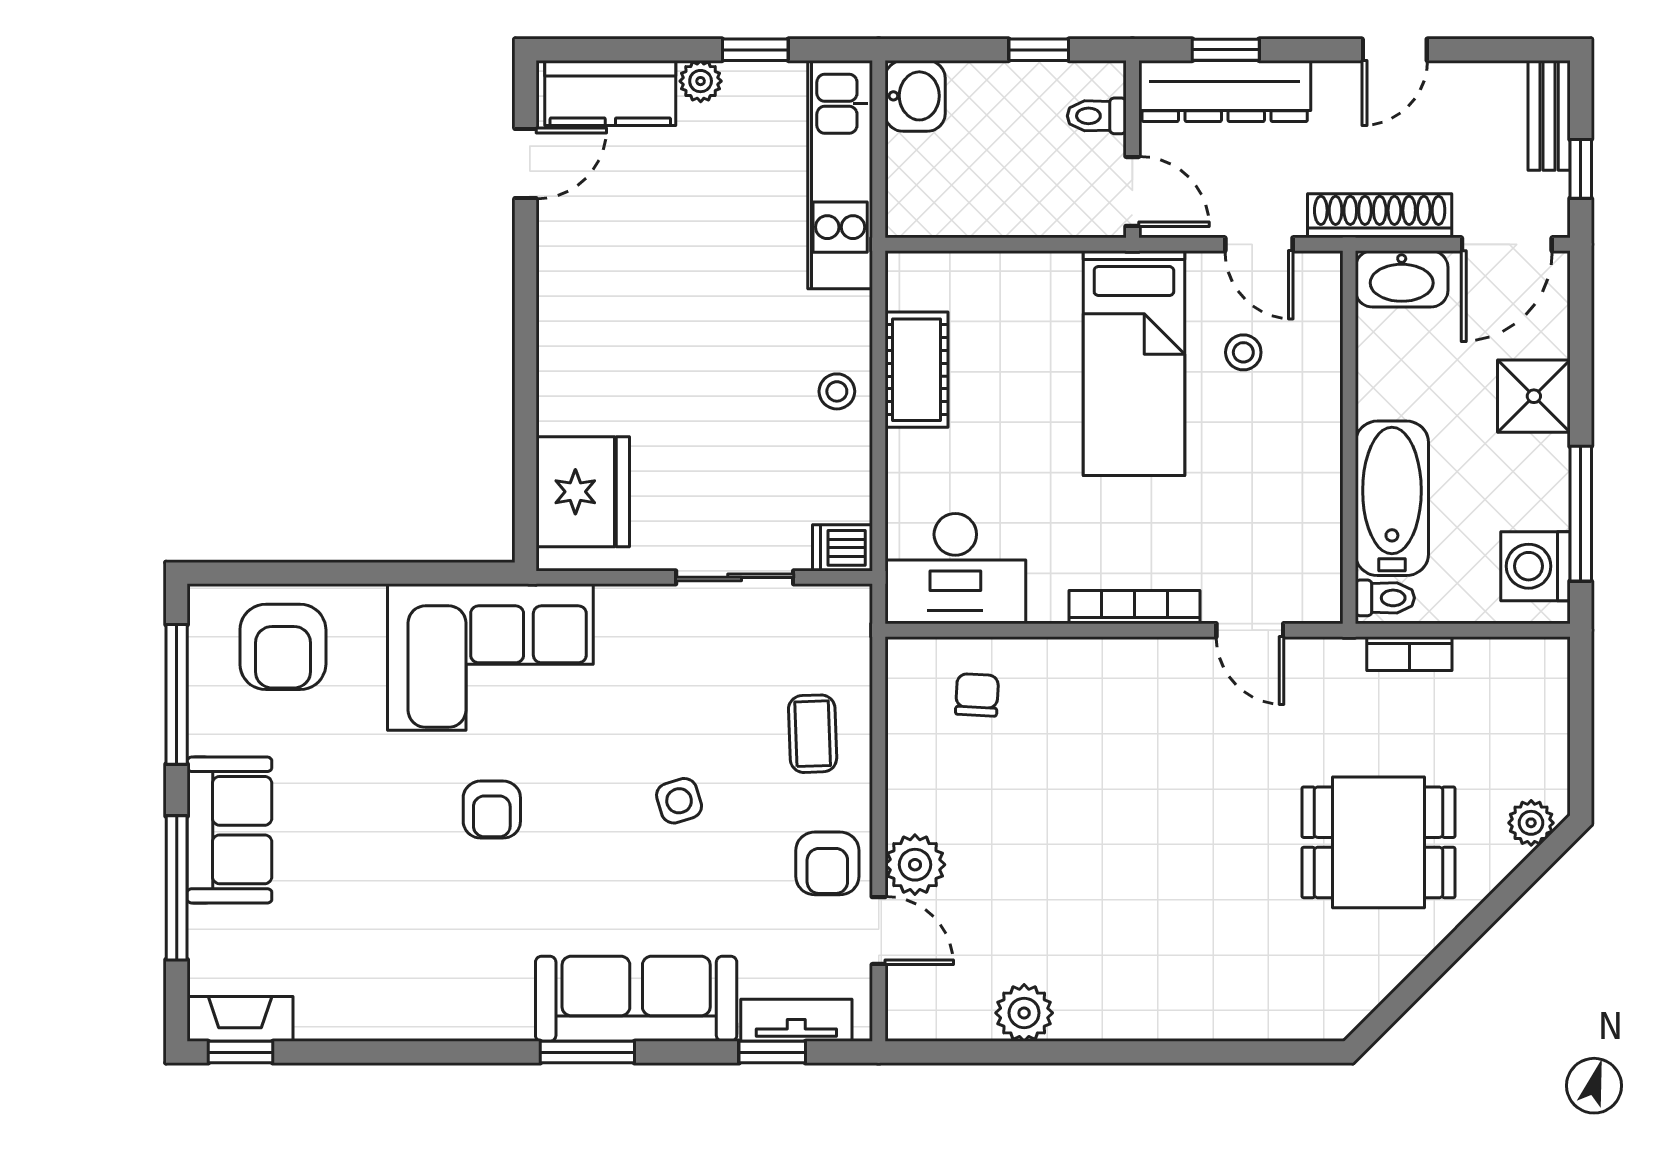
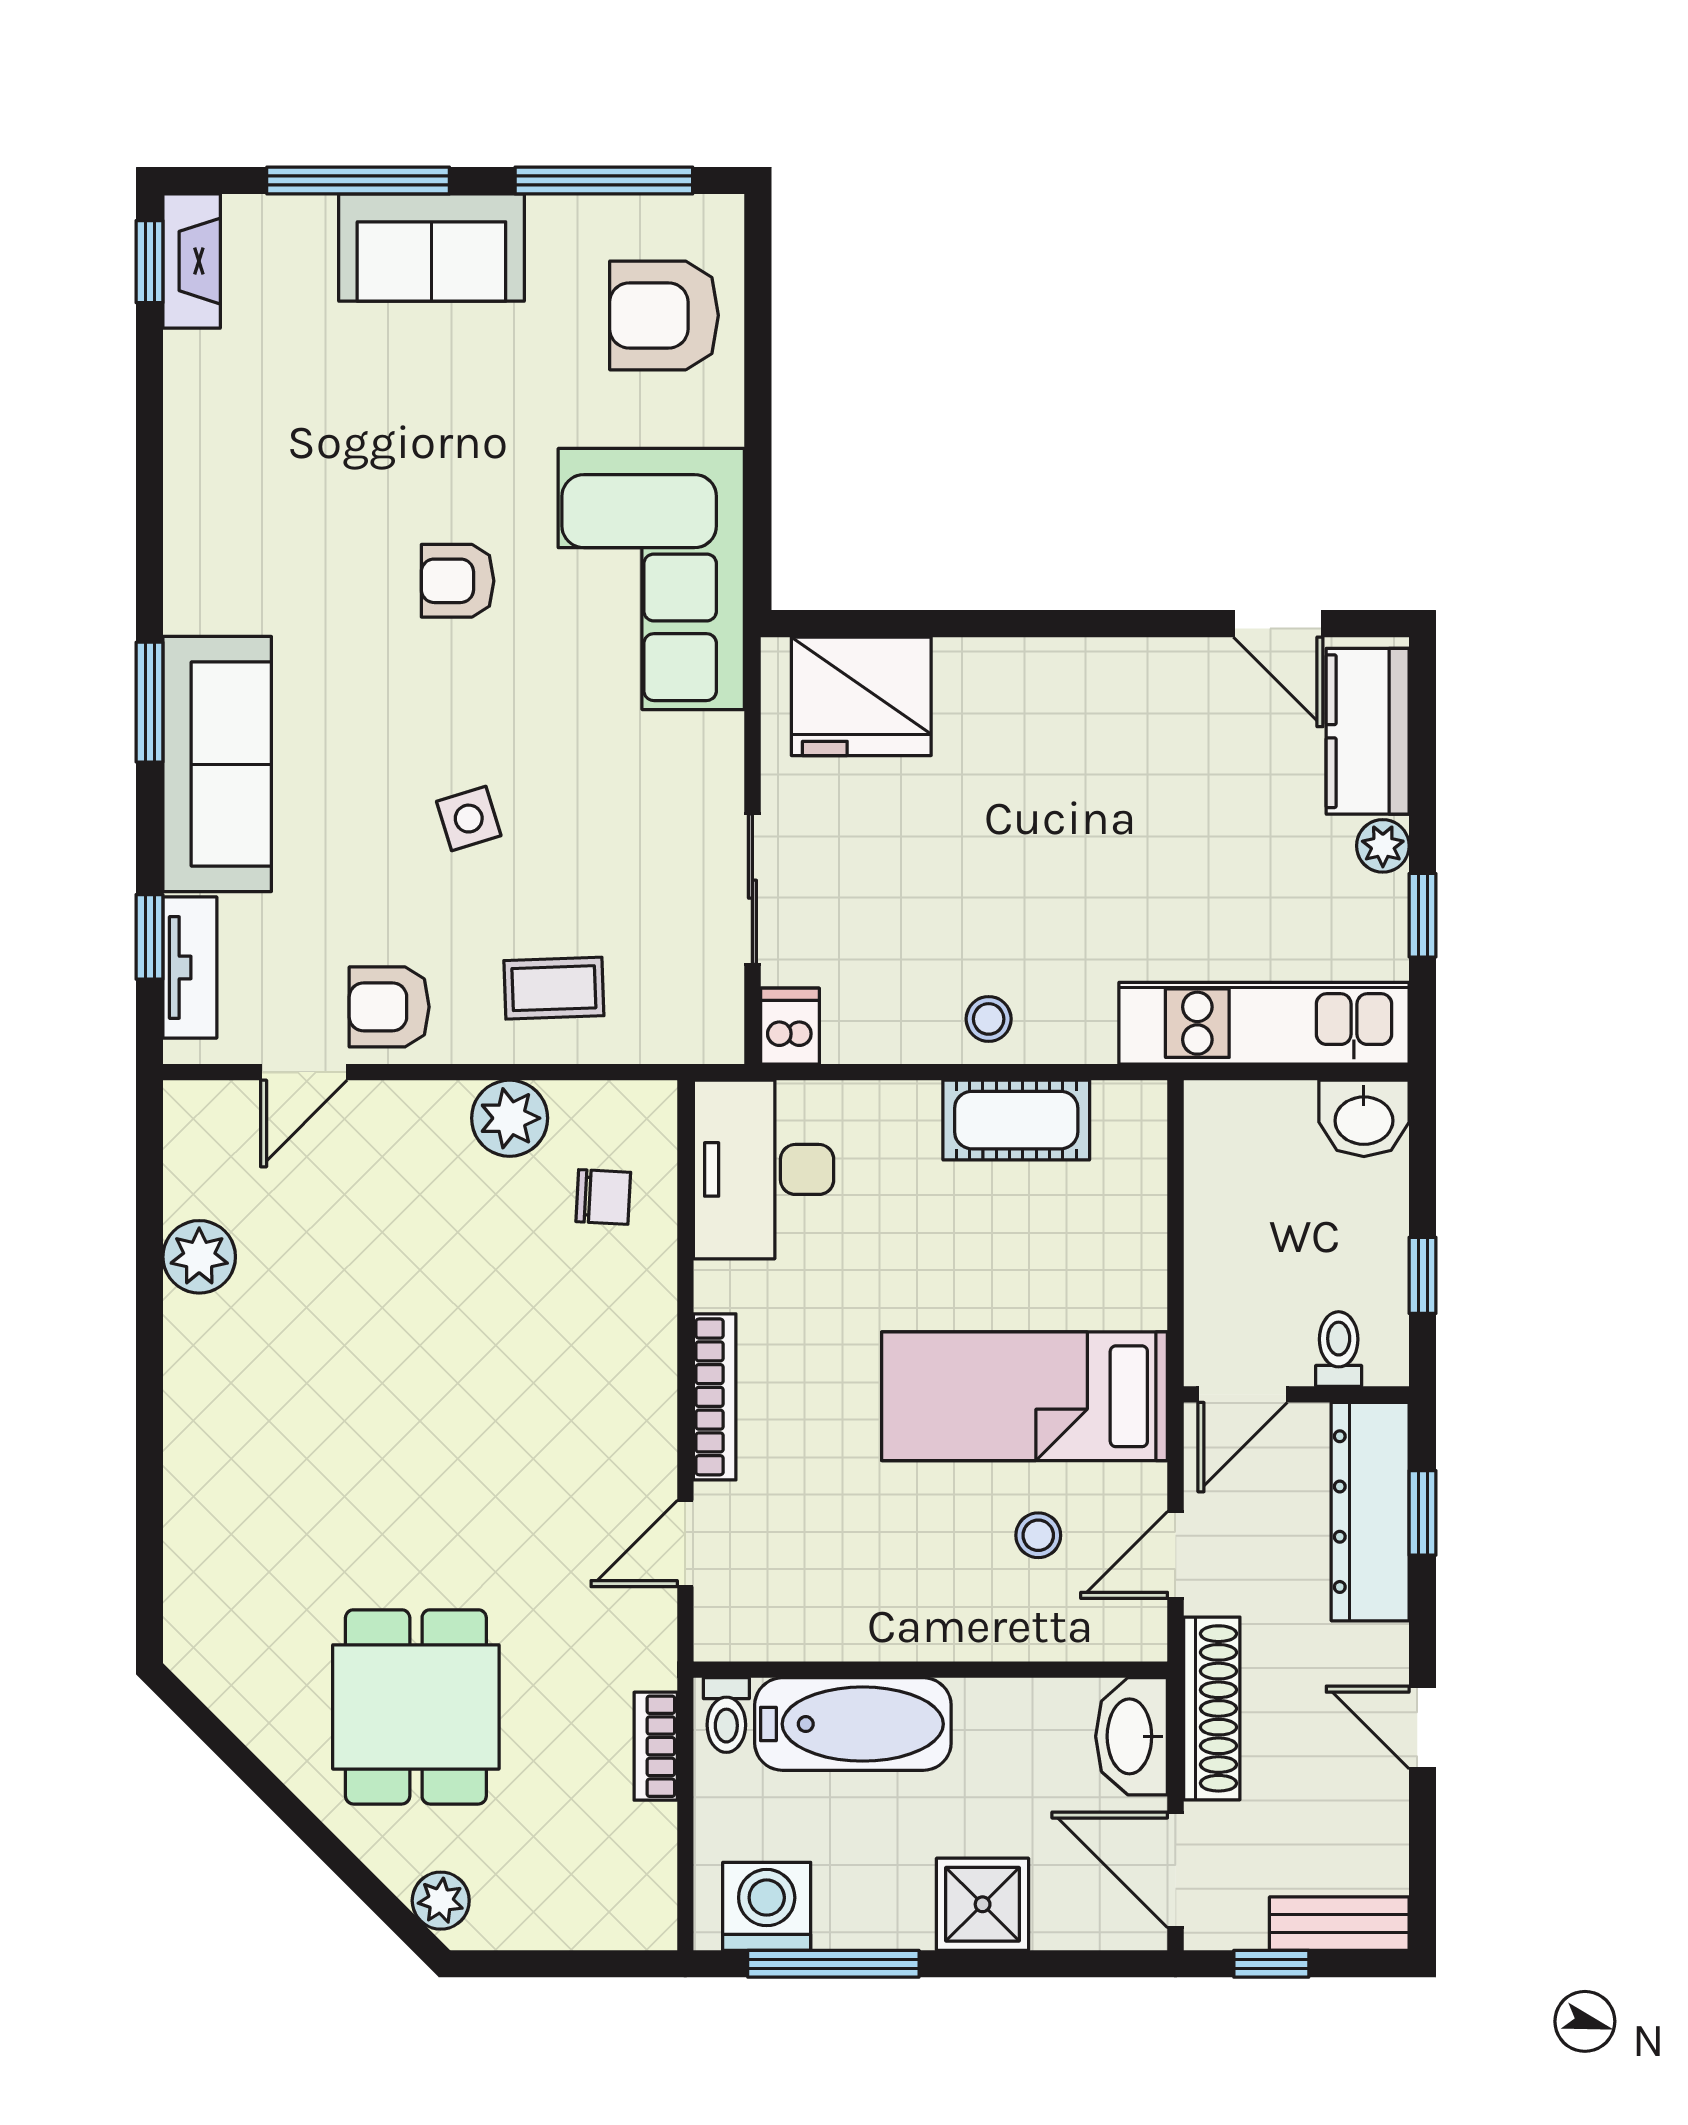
plant: (915, 865) -> (510, 1118), moved

